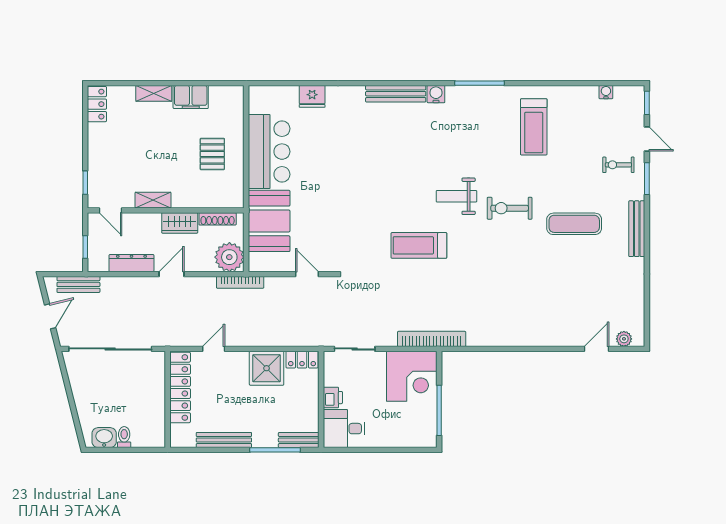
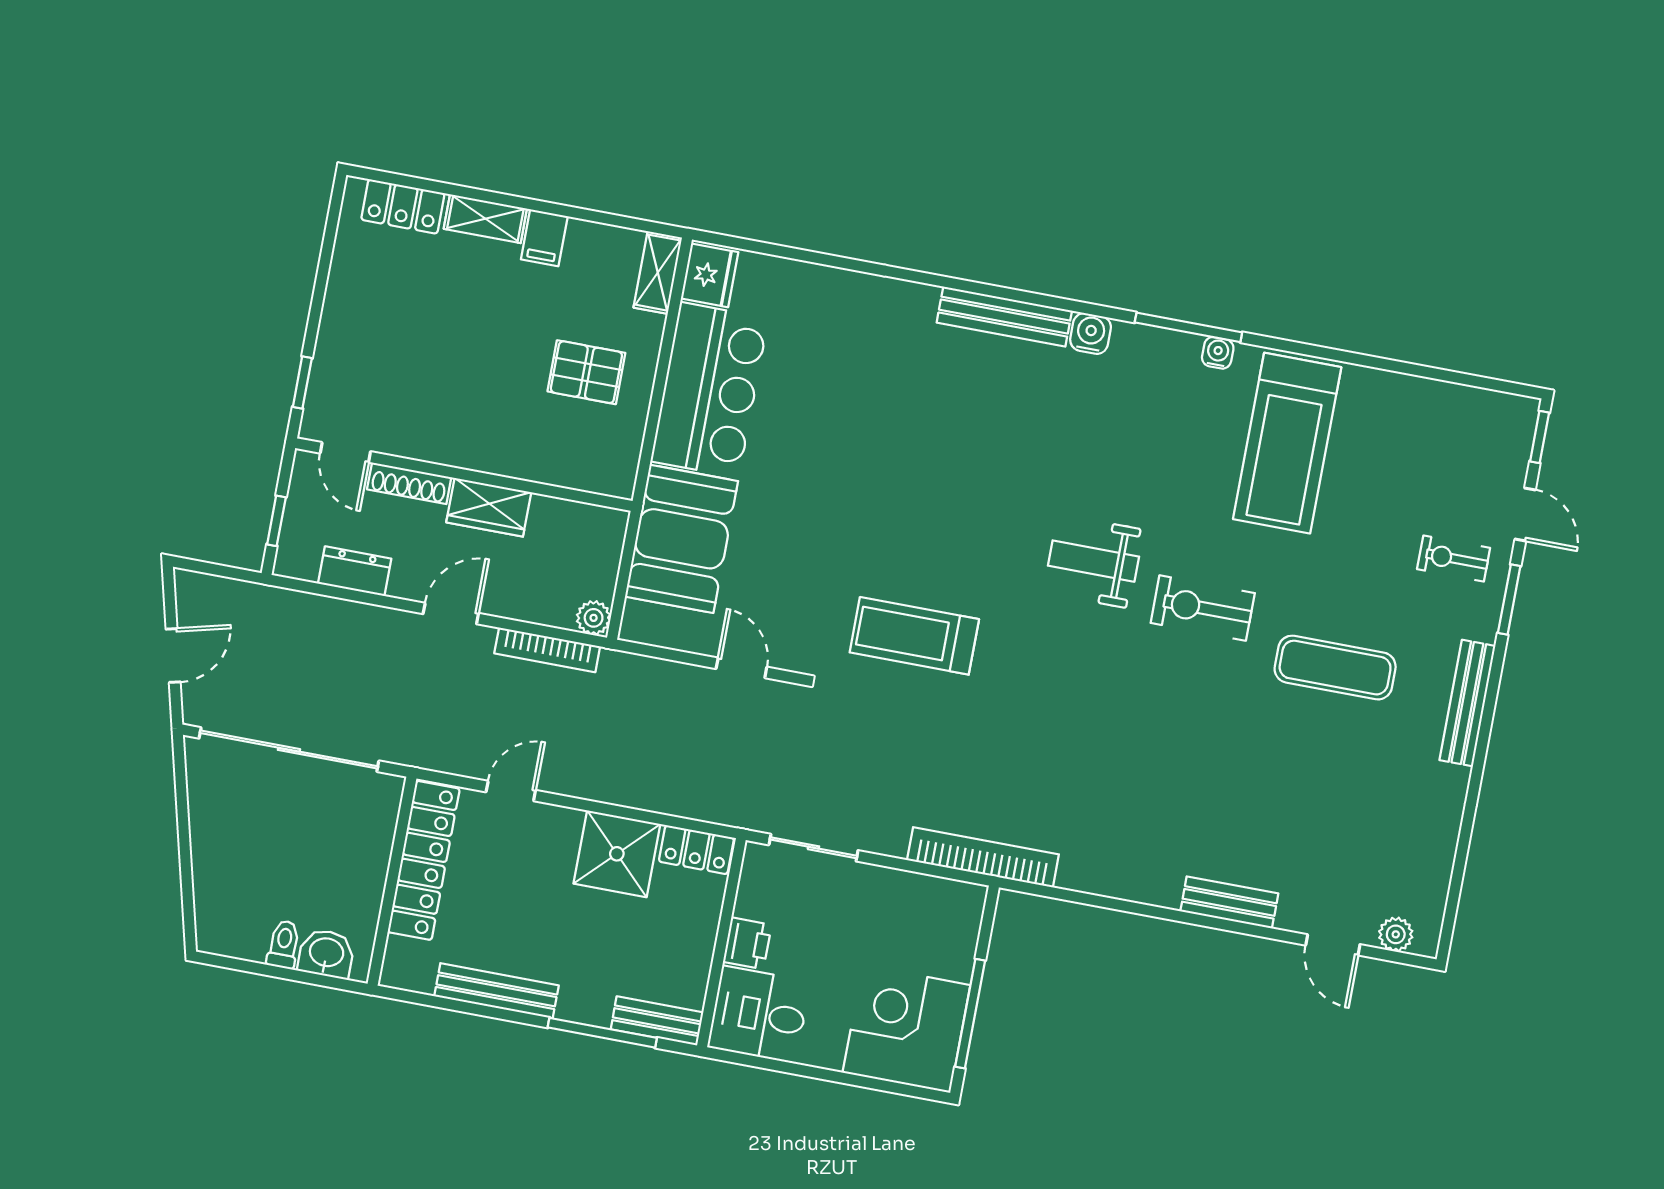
water cooler: (606, 92) -> (1218, 353), moved
fridge: (312, 96) -> (710, 275), moved, turned -90
filing cabinet: (191, 97) -> (544, 238), width x0.50
locker: (97, 104) -> (403, 206), moved, turned 90
treadmill: (534, 127) -> (1287, 443), width x1.37, depth x1.38
pallet: (212, 154) -> (586, 372), turned 90
shelving: (153, 200) -> (658, 273), moved, turned 90
shoe rack: (218, 219) -> (409, 483), moved
treadmill: (419, 245) -> (914, 636), moved
plant: (229, 257) -> (594, 618), width x0.53, depth x0.53
dresser: (131, 263) -> (355, 571), width x0.70
bookcase: (240, 282) -> (547, 650), moved
bench: (78, 284) -> (1229, 902), moved
door: (597, 349) -> (1333, 945), swing flipped
corner desk: (412, 376) -> (906, 1029), moved, turned 180
washbasin: (104, 438) -> (326, 954), moved

